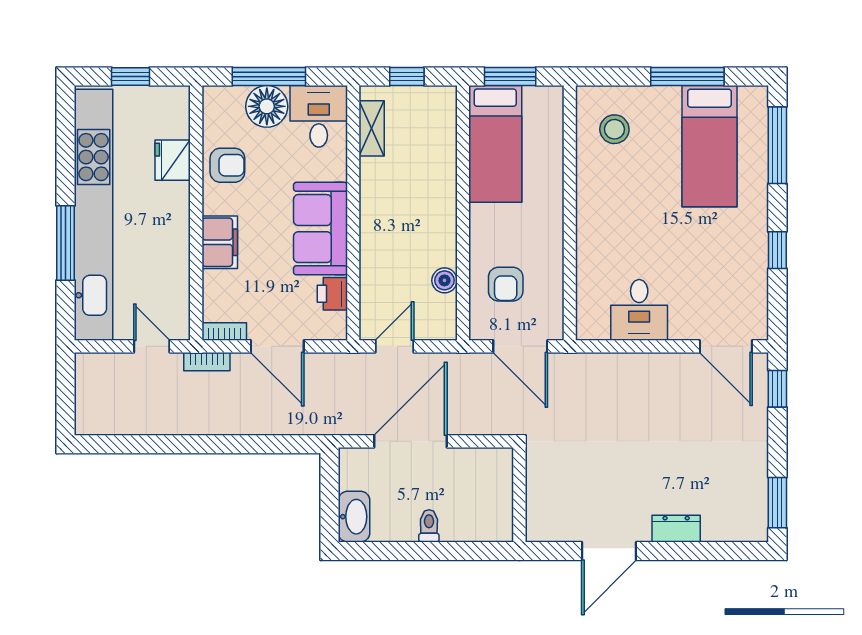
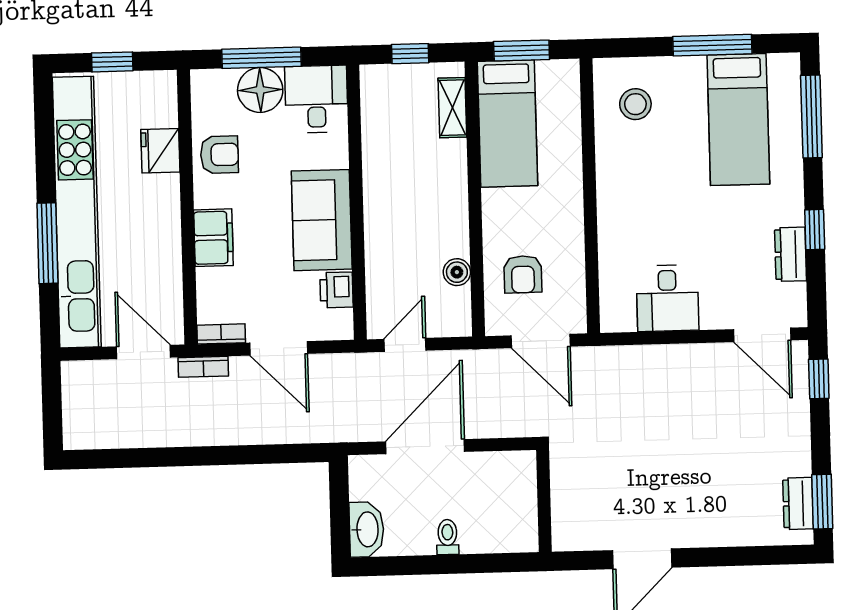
shelving: (372, 128) -> (452, 108), moved
dresser: (754, 272) -> (791, 254), added
door: (152, 346) -> (143, 352), width x1.37
dresser: (676, 529) -> (798, 503), moved, turned -90

